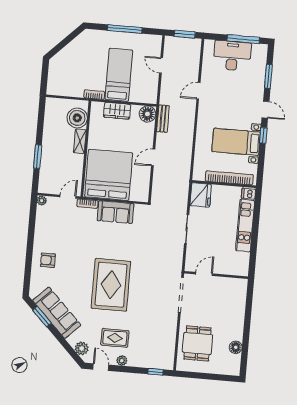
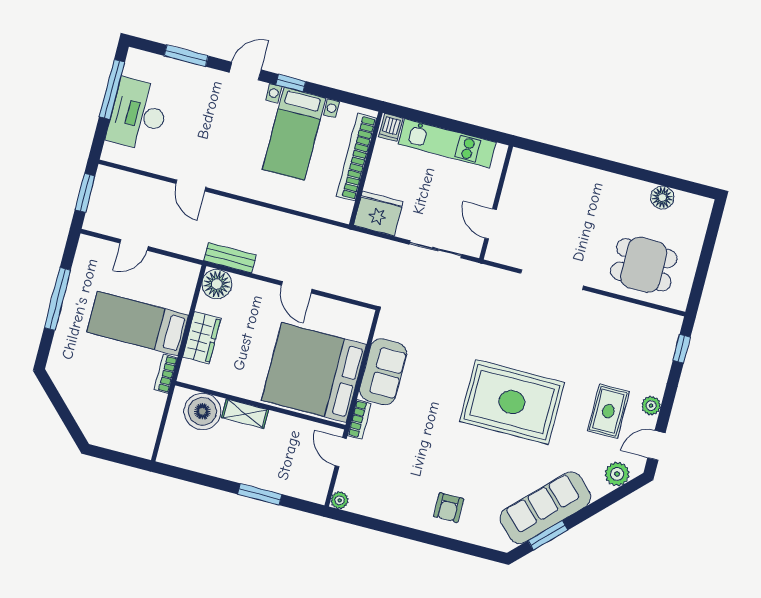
door: (204, 274) -> (491, 224), moved
wall: (216, 275) -> (496, 203), moved

